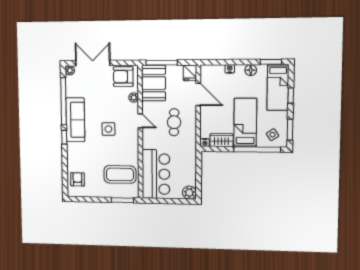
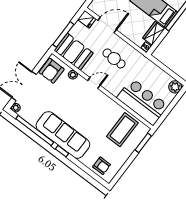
sofa: (75, 120) -> (63, 135), width x1.36, depth x1.27
side table: (108, 129) -> (82, 112), removed
armchair: (77, 179) -> (102, 166), turned 180

